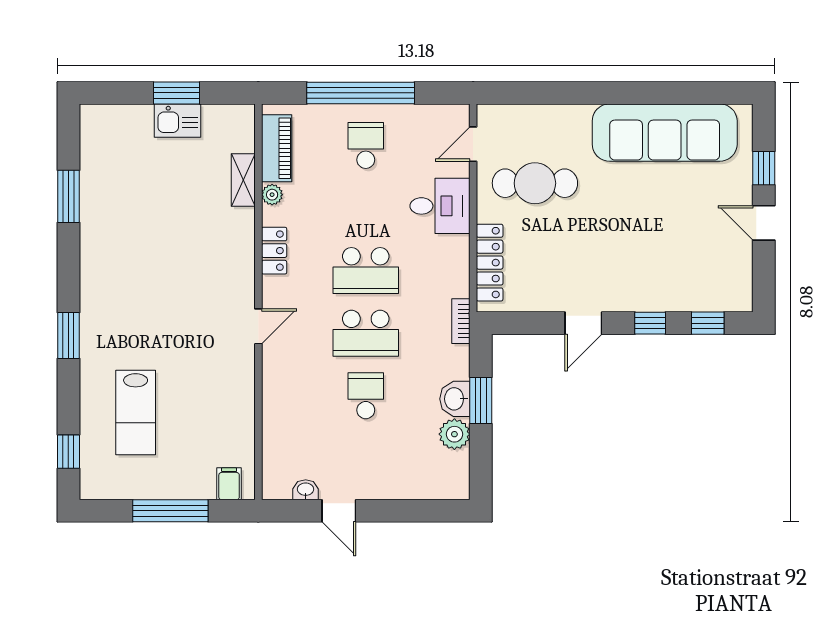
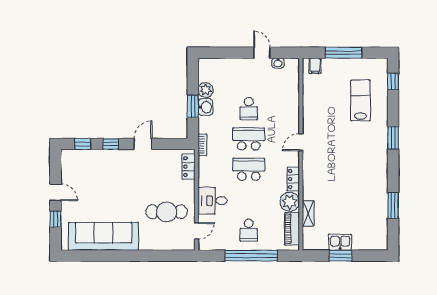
plant: (272, 195) -> (290, 202), width x1.87, depth x1.87
locker: (490, 263) -> (189, 167), width x0.66

